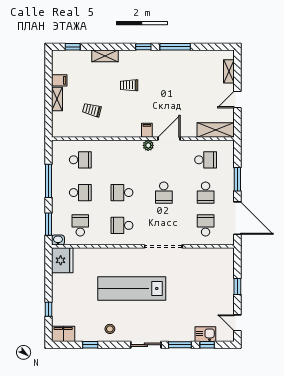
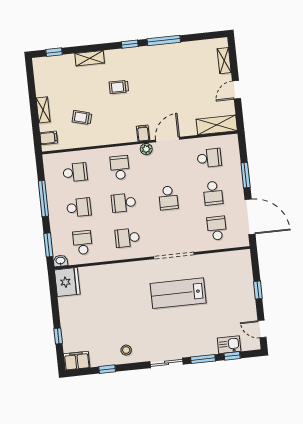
filing cabinet: (59, 80) -> (49, 138), moved
school desk: (122, 160) -> (120, 168), added
lab bench: (132, 289) -> (178, 293), moved, width x0.73

